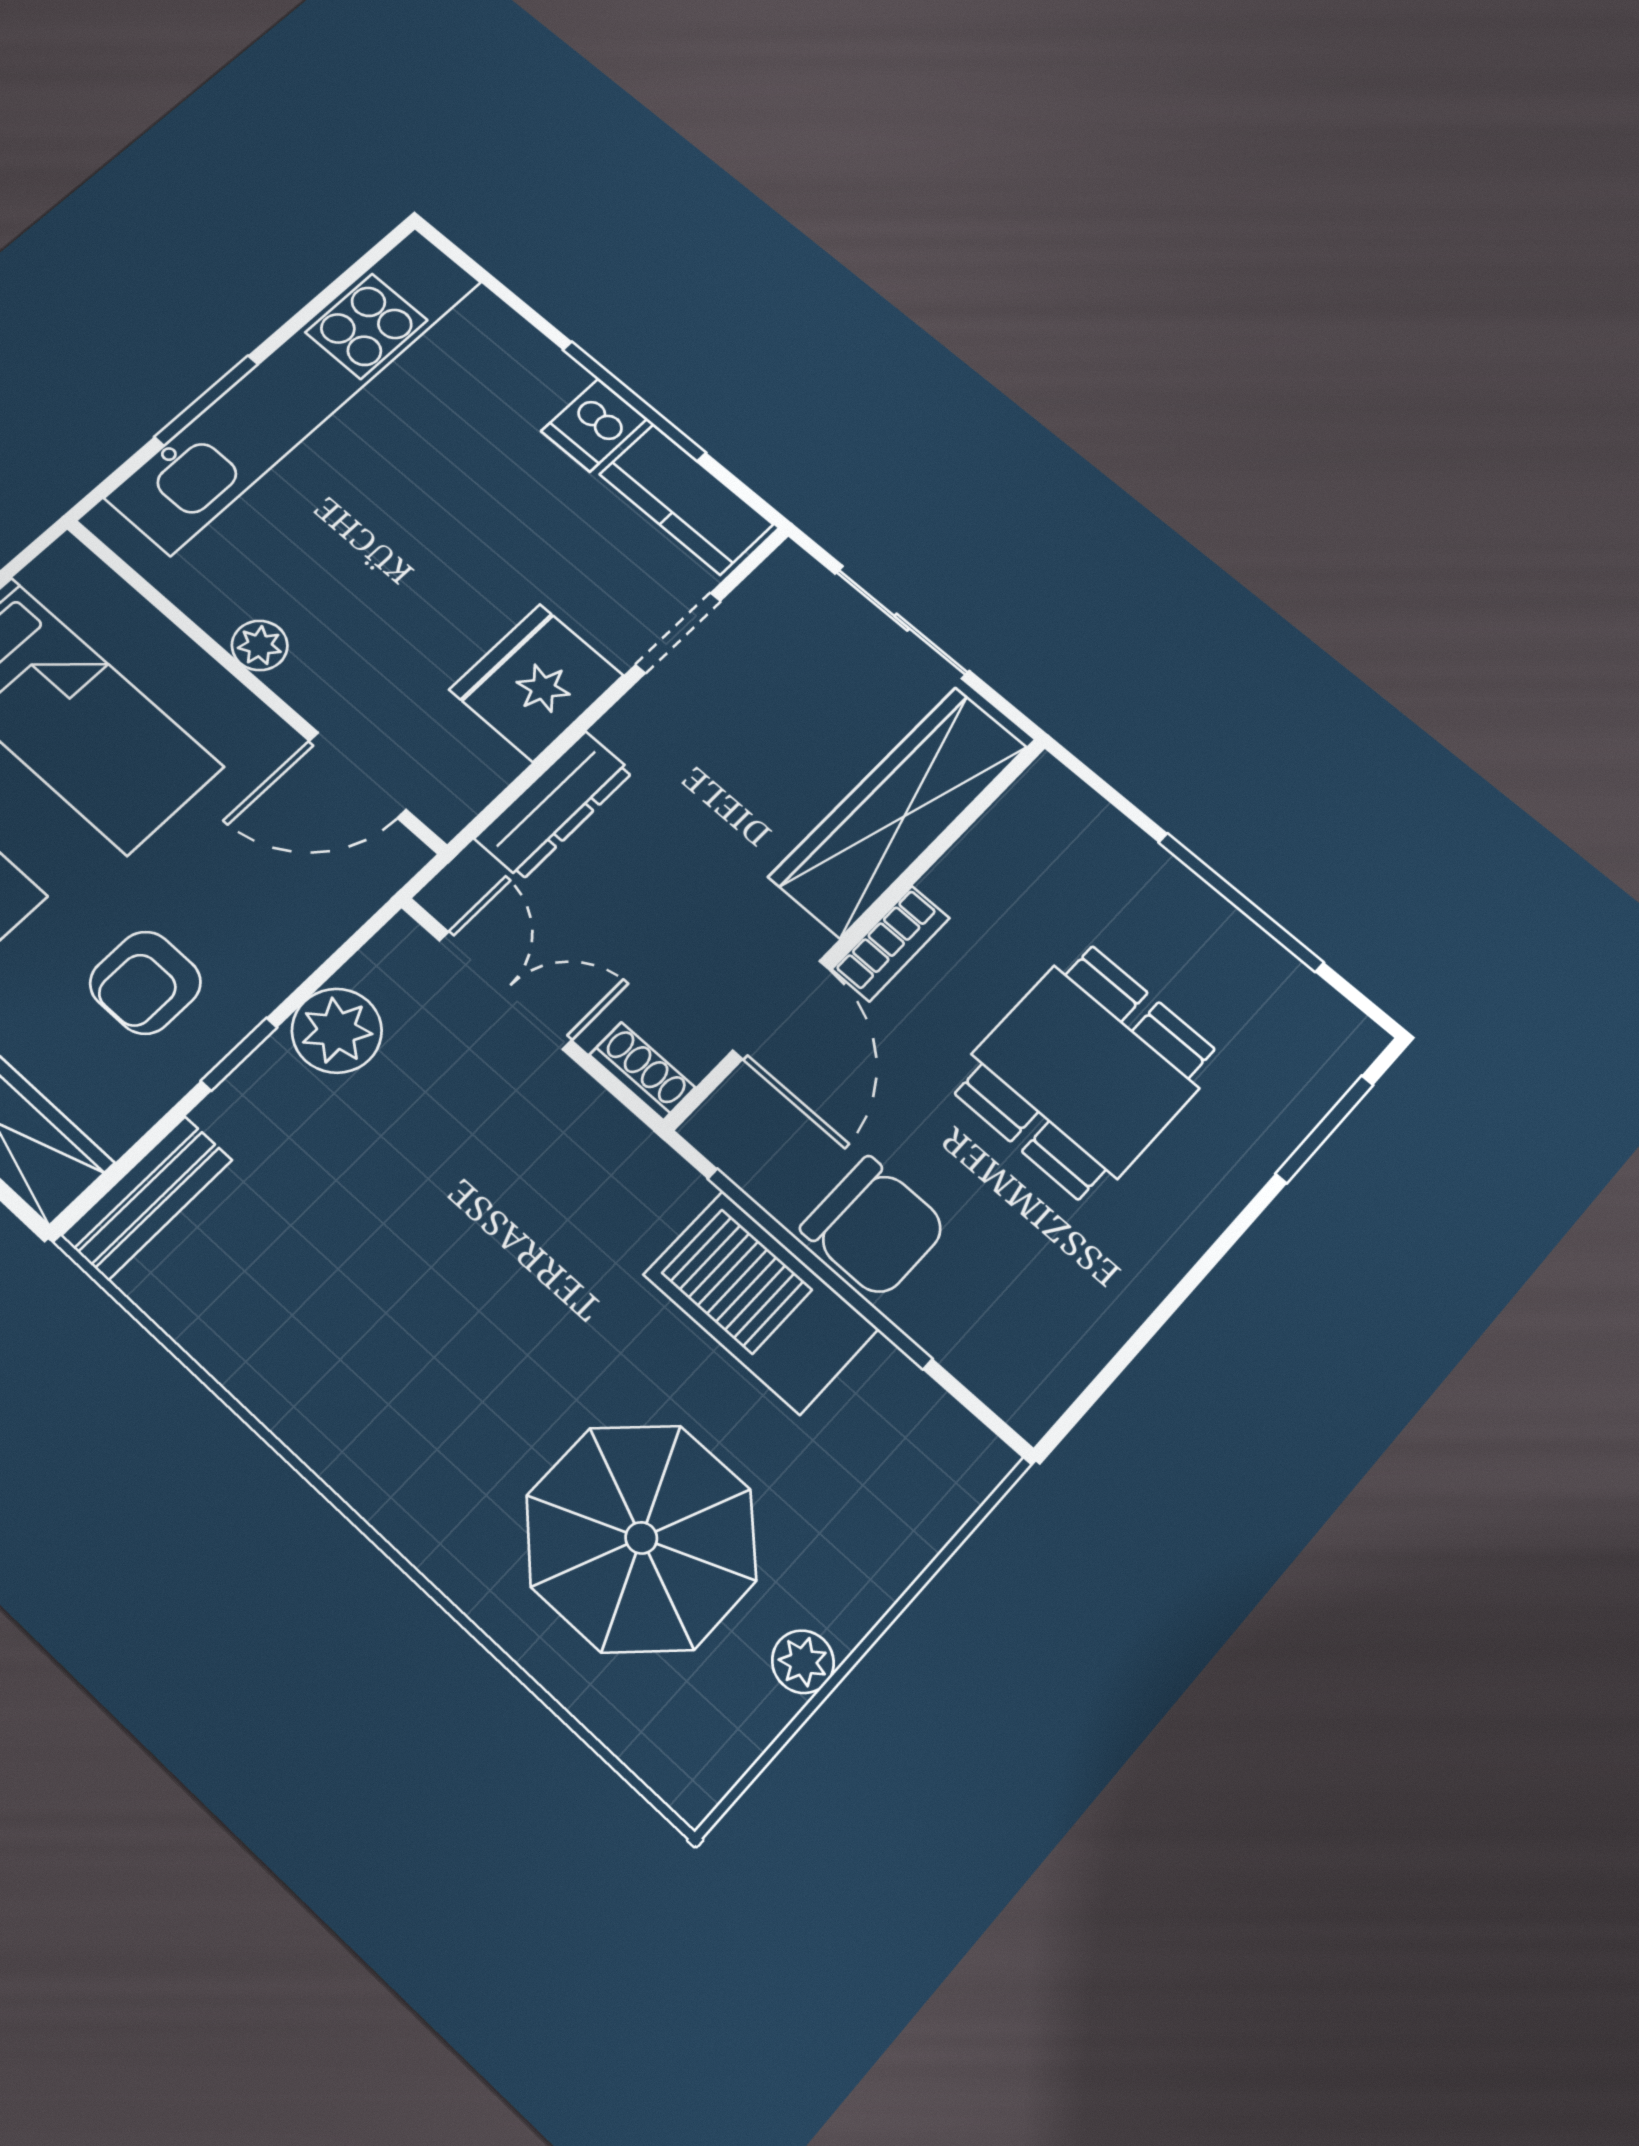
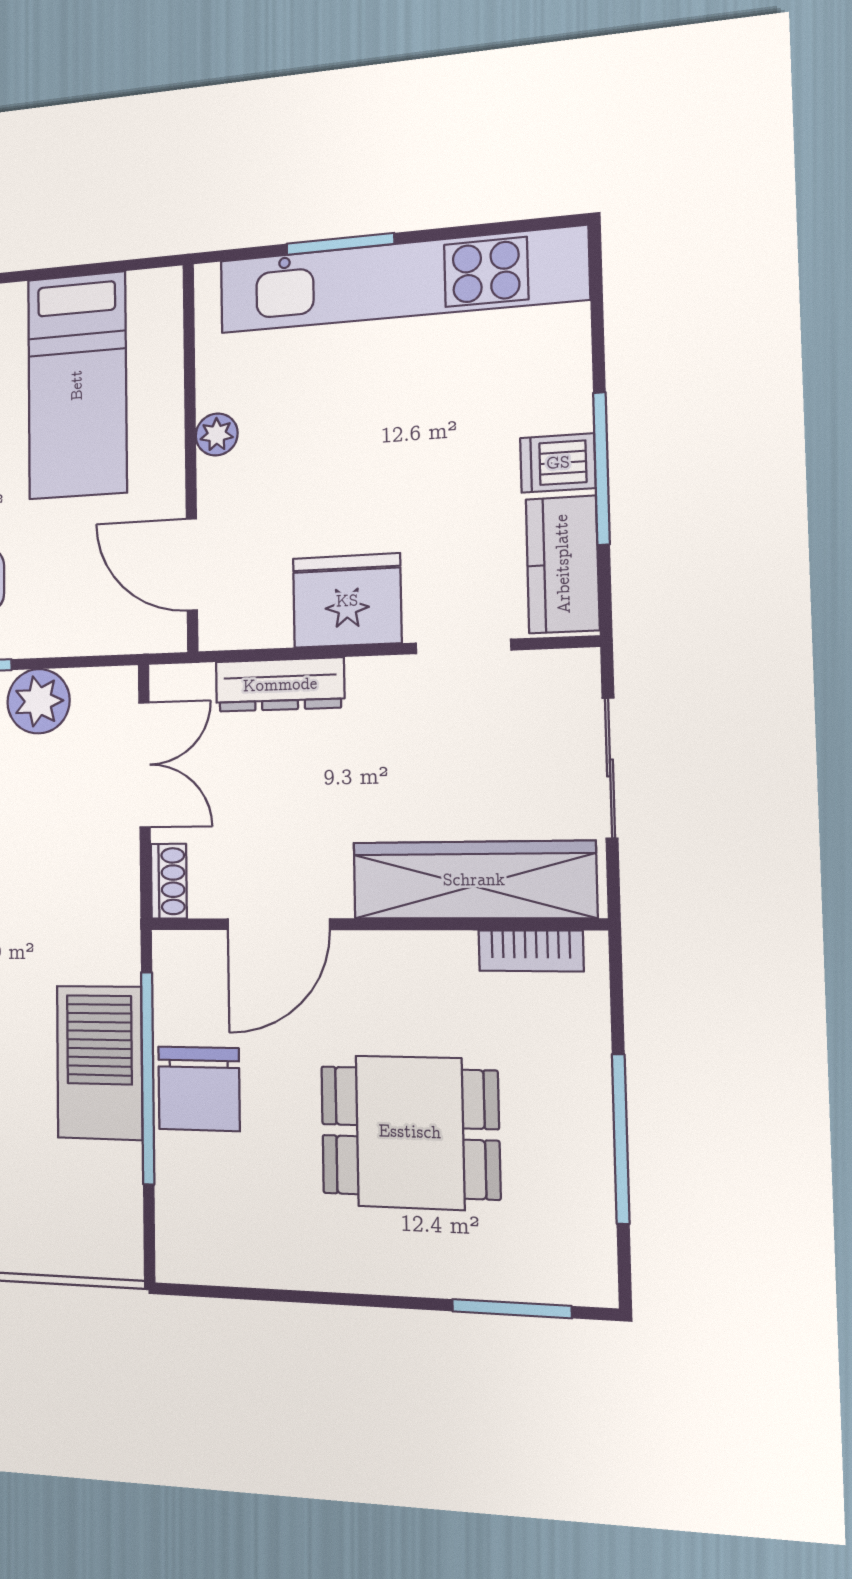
bookcase: (891, 943) -> (531, 951), moved

